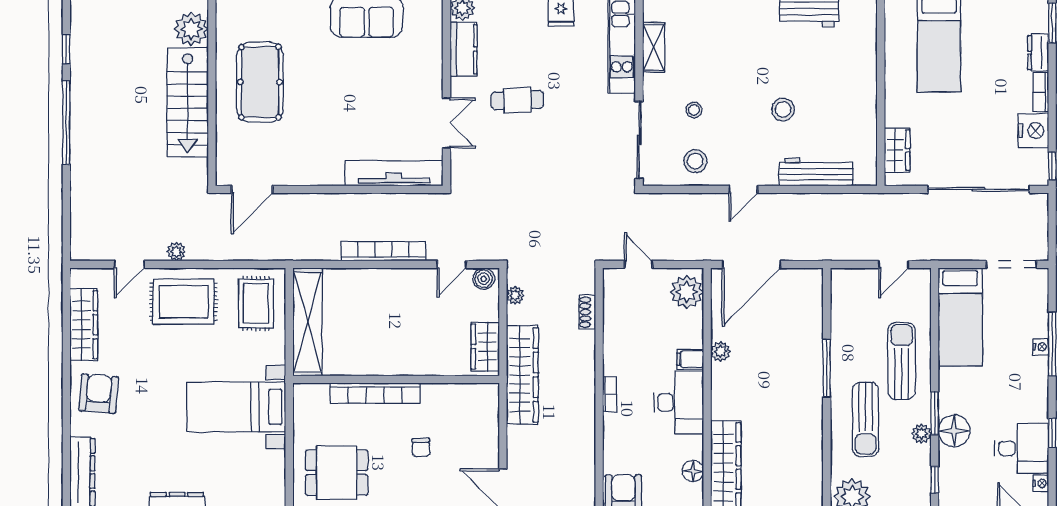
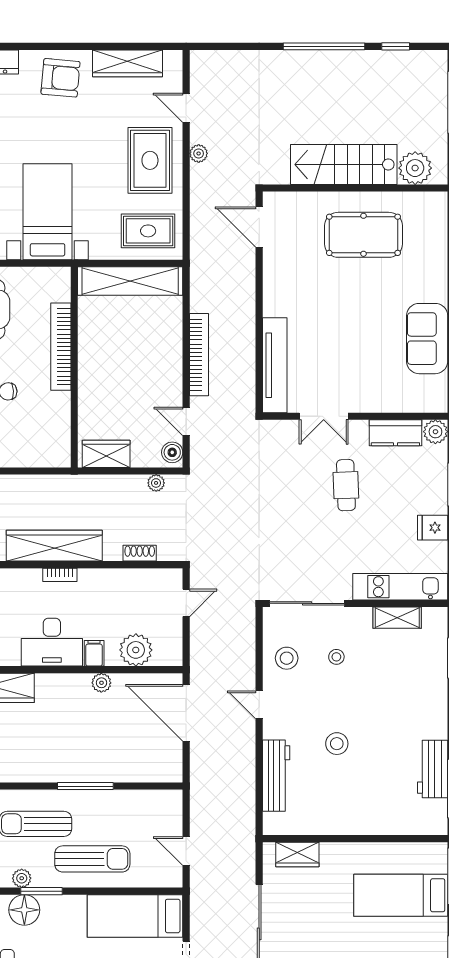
plant: (687, 292) -> (136, 650), moved
wardrobe: (522, 375) -> (54, 546), moved, turned 180

